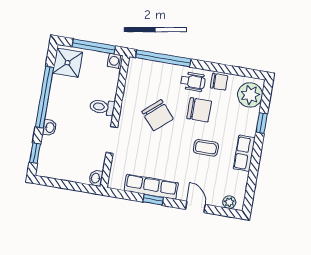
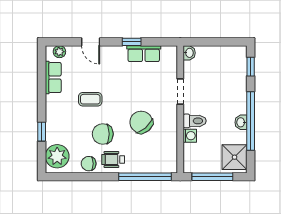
washing machine: (115, 61) -> (190, 136), moved
washbasin: (50, 128) -> (241, 122), moved
row of seats: (244, 153) -> (53, 78), moved
row of seats: (151, 187) -> (144, 54), width x0.68

